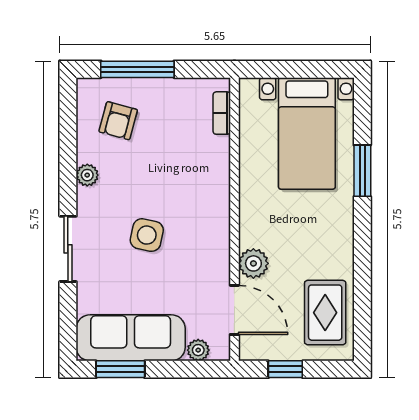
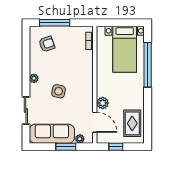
armchair: (118, 121) -> (47, 44), turned -124
window: (362, 171) -> (148, 65), width x2.11
plant: (87, 175) -> (34, 78), moved
sliding door: (68, 249) -> (26, 110), moved
window: (120, 369) -> (66, 147), moved

